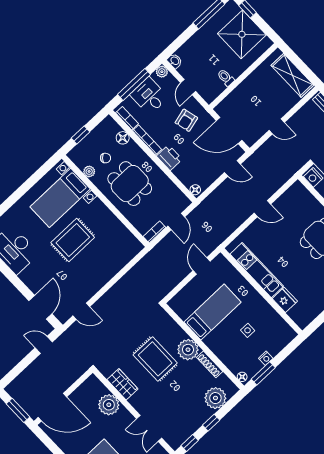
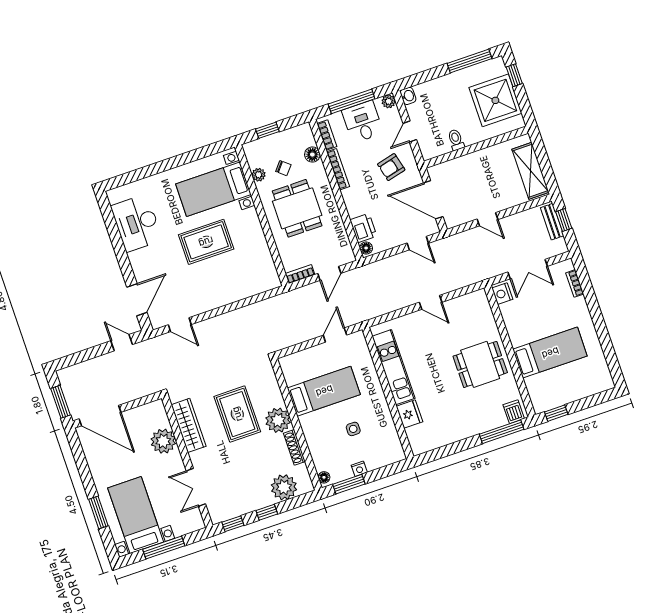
printer: (169, 158) -> (363, 228), moved
wardrobe: (122, 384) -> (189, 425), width x1.50

